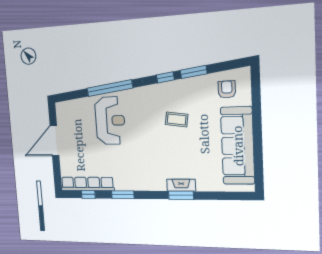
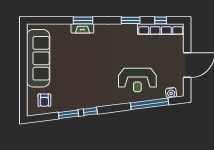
window: (110, 88) -> (150, 104), moved
water cooler: (70, 106) -> (171, 93), added
coffee table: (177, 119) -> (83, 79), removed
reception desk: (110, 121) -> (137, 80), turned -90

